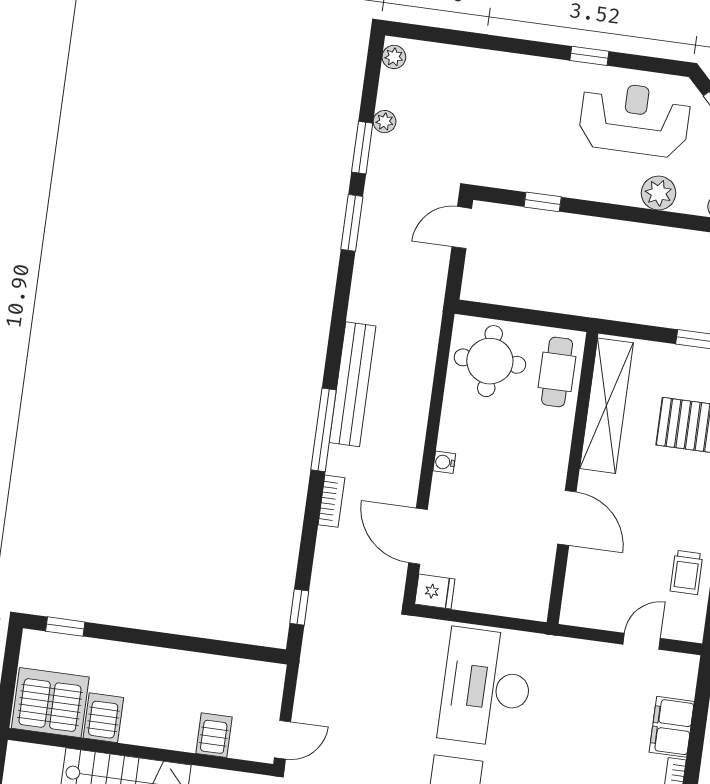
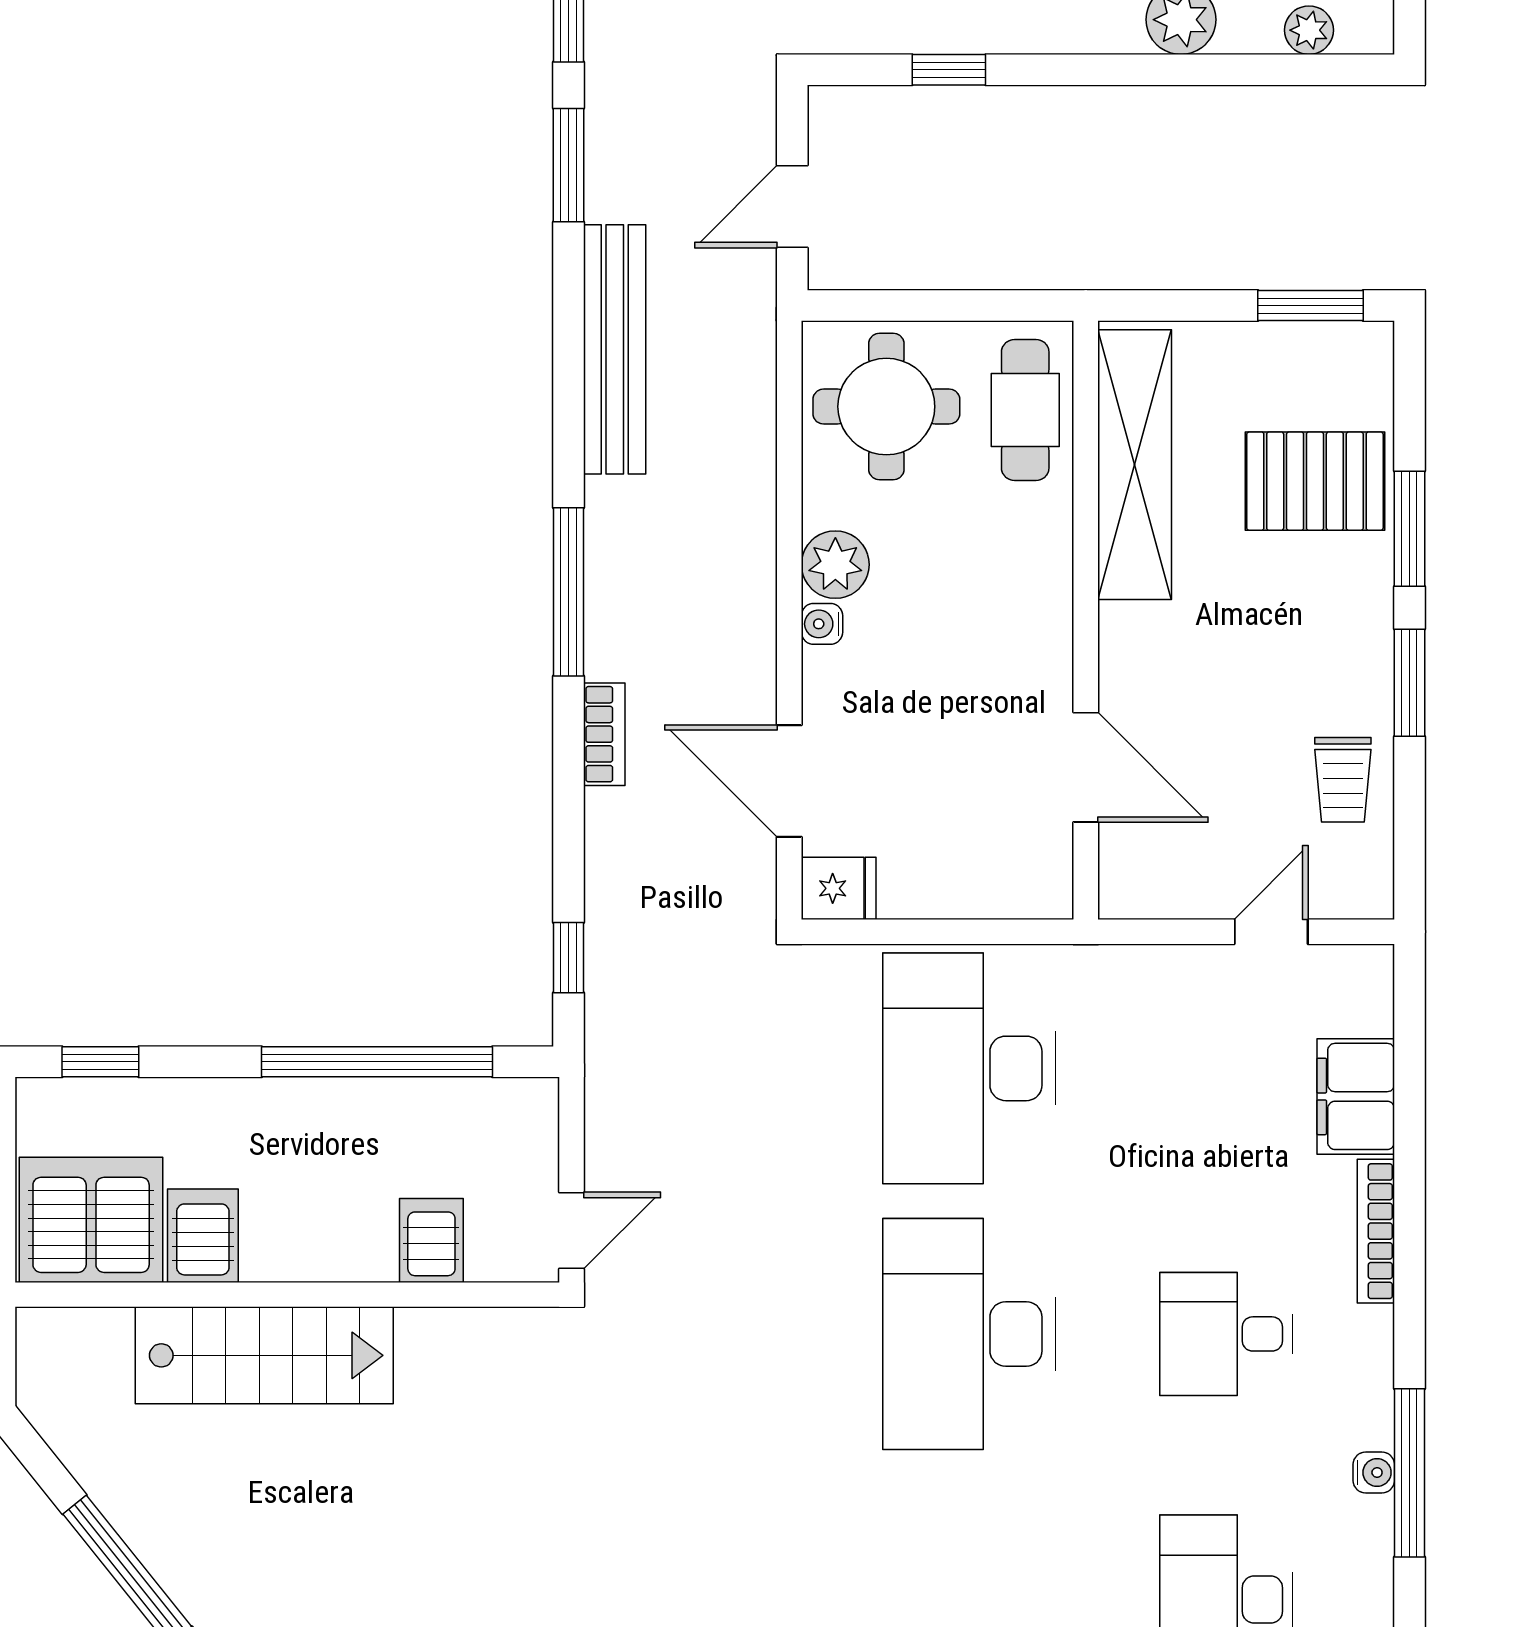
door: (462, 228) -> (792, 206), moved
bench: (353, 384) -> (615, 349), moved
plant: (455, 434) -> (835, 565), added
door: (567, 518) -> (1086, 767), moved
window: (199, 645) -> (377, 1062), added

